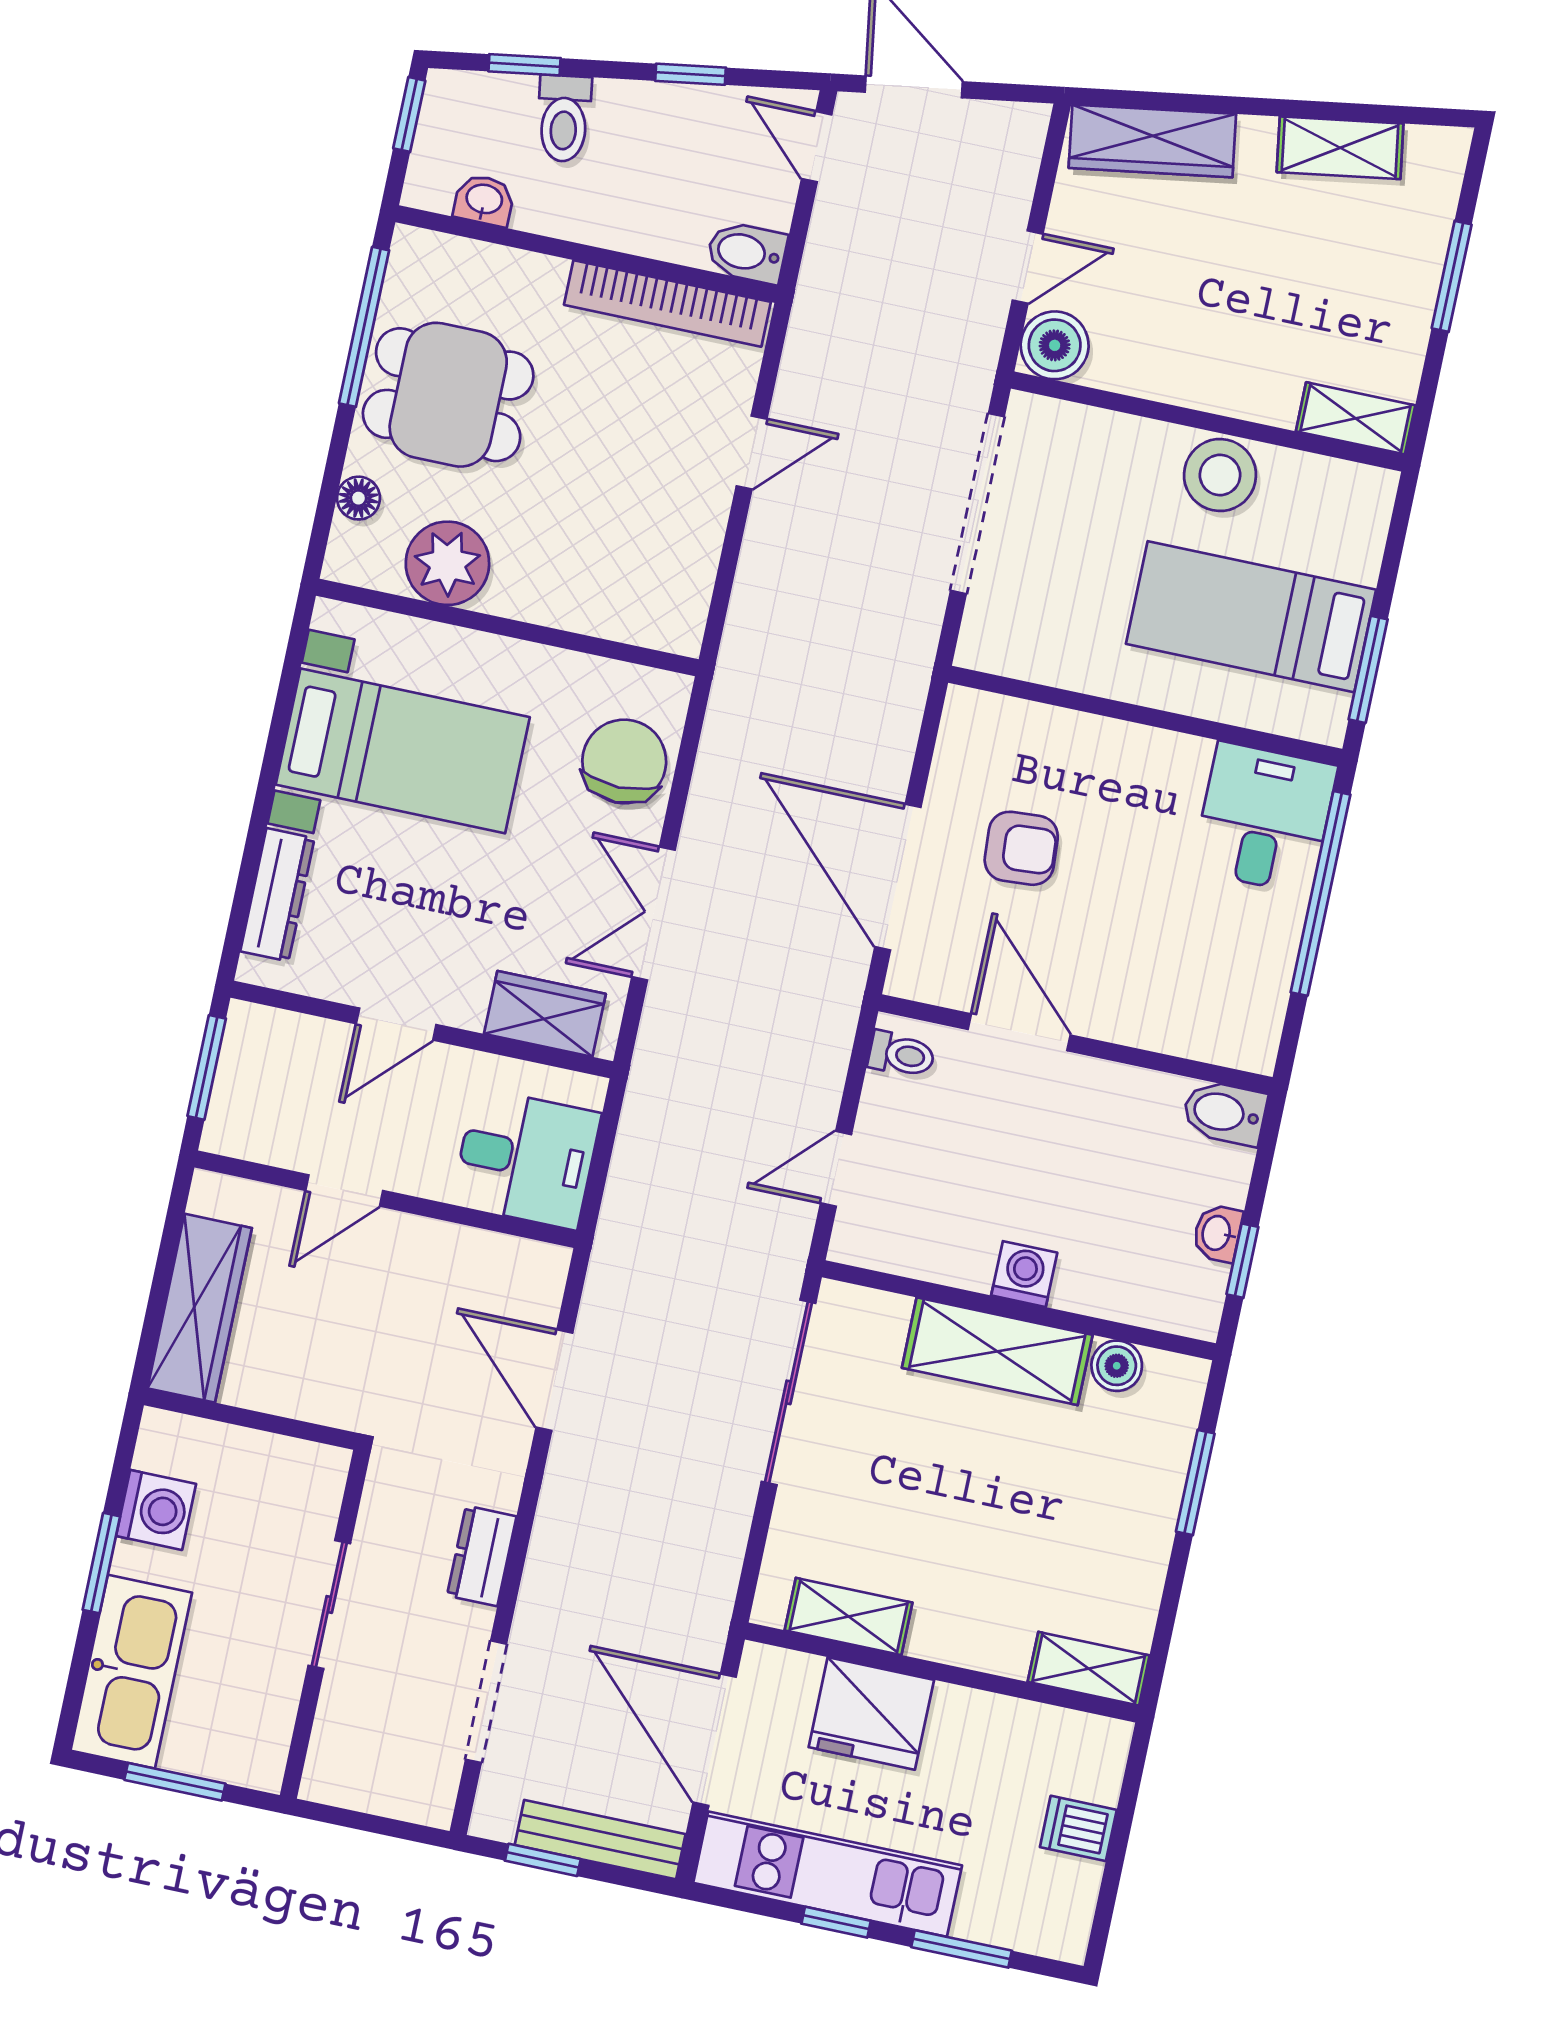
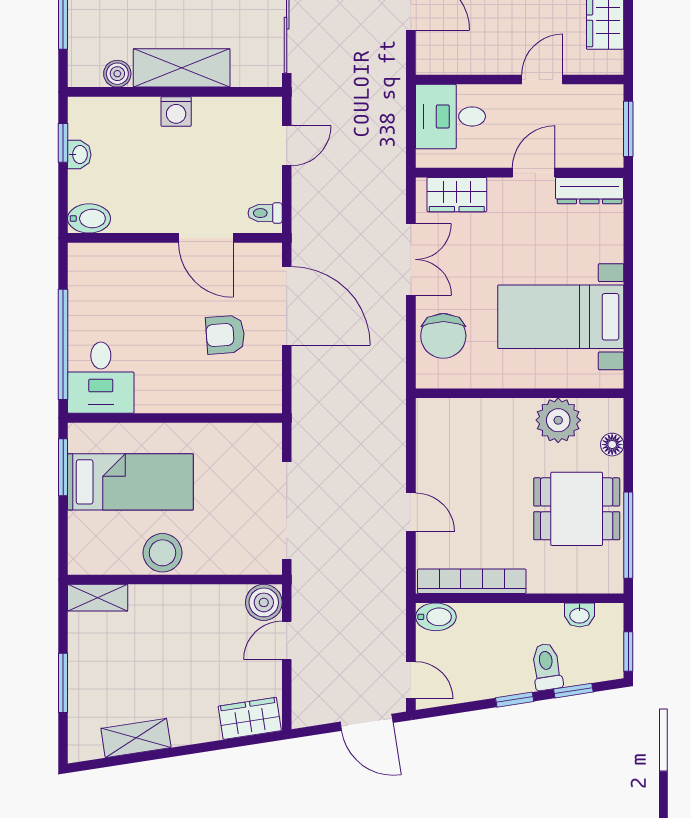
window: (691, 74) -> (515, 700), moved
wardrobe: (1152, 141) -> (250, 718), width x0.67
door: (752, 452) -> (411, 512), swing flipped
dresser: (277, 895) -> (589, 191), moved, turned -90

